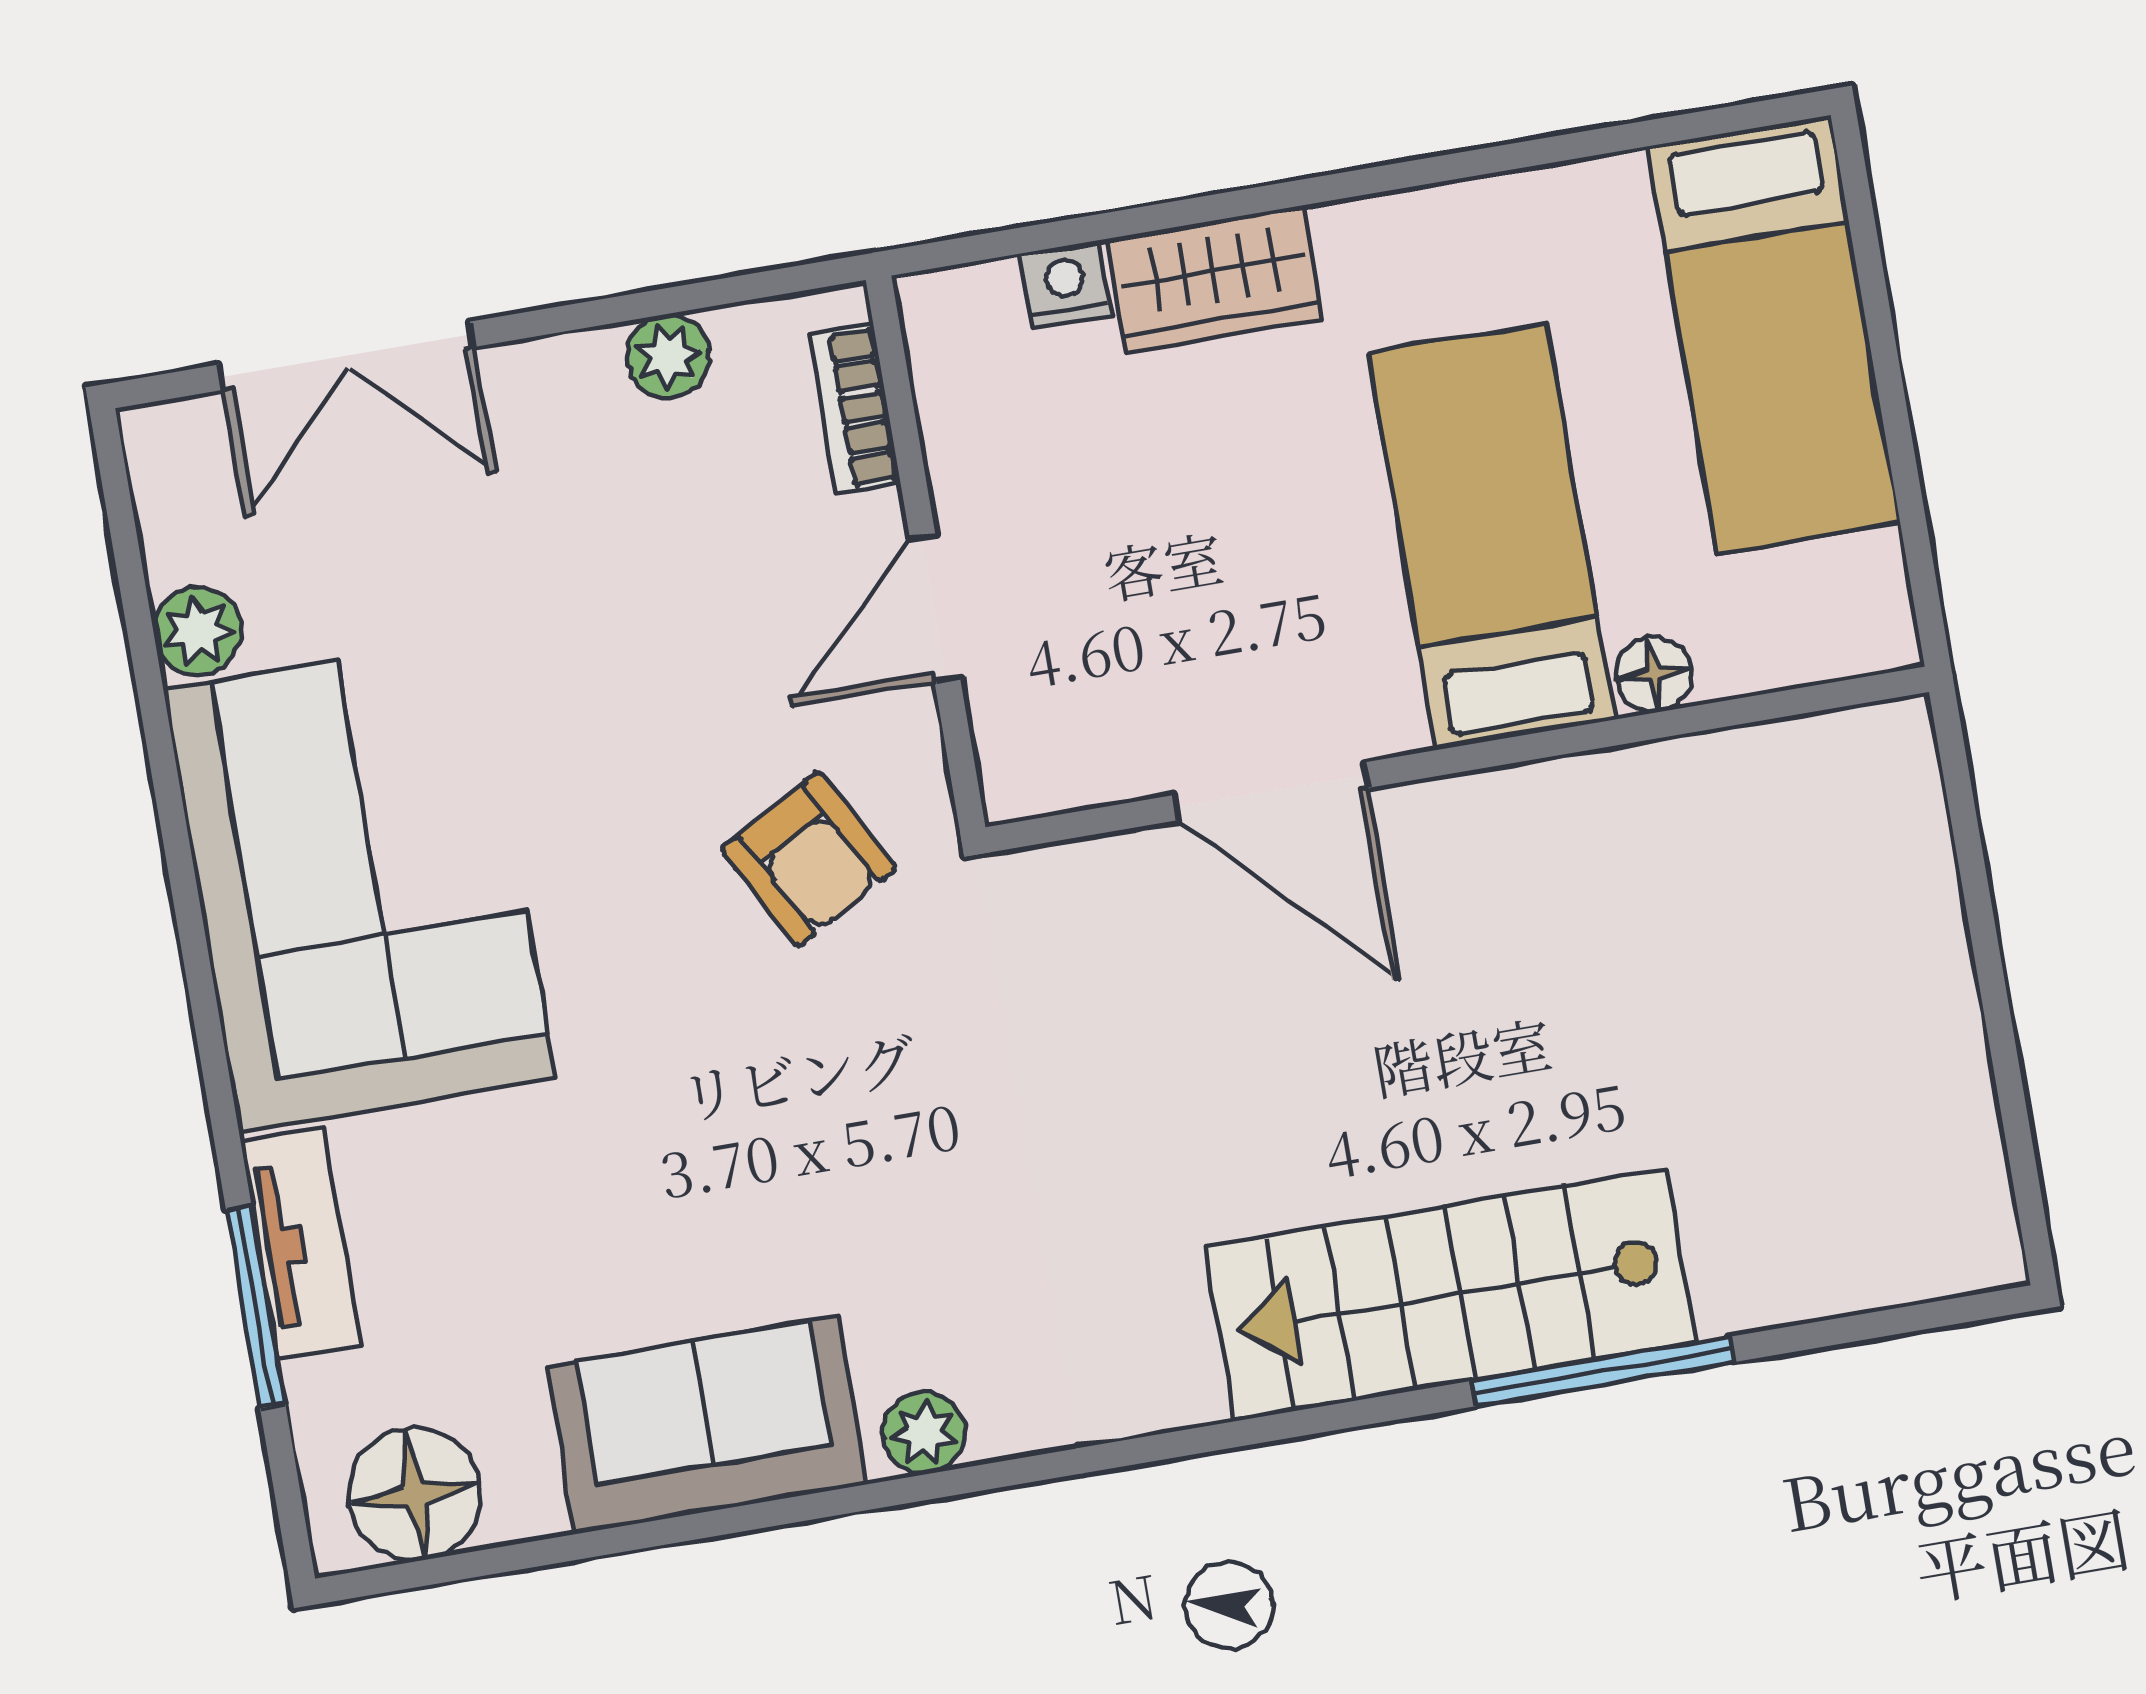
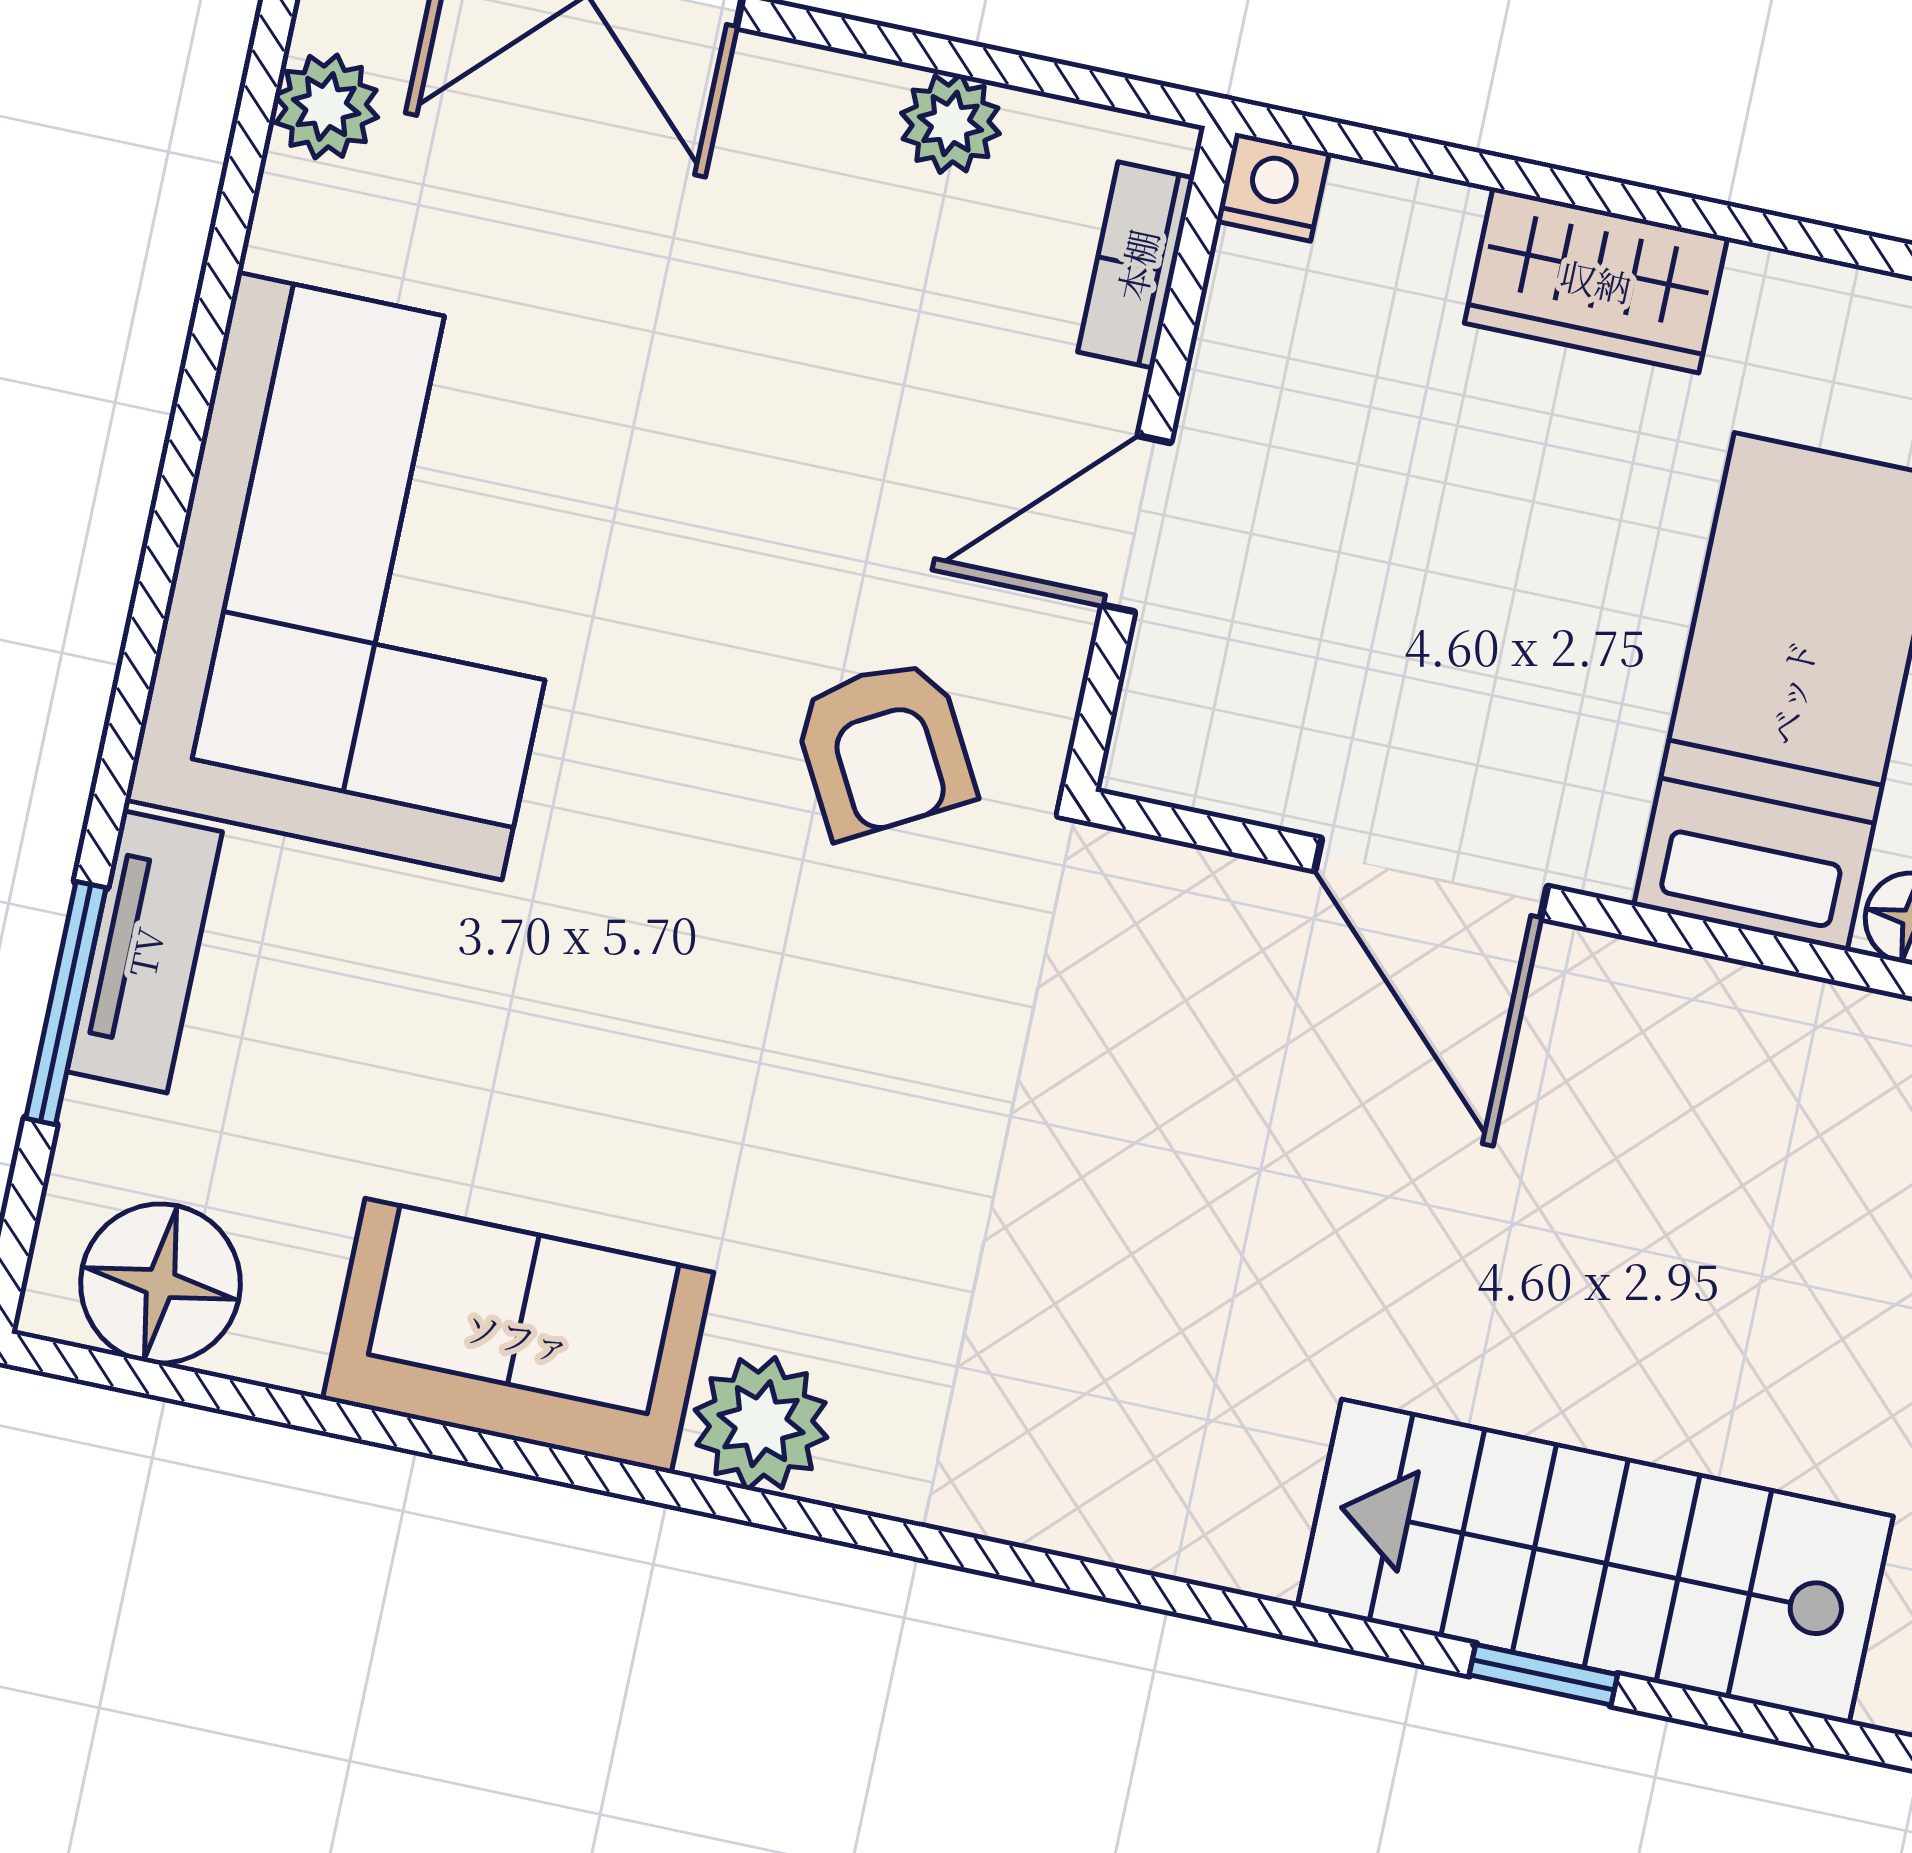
nightstand: (1066, 284) -> (1273, 187), moved
plant: (198, 631) -> (326, 106), moved
stairs: (1451, 1295) -> (1595, 1561), moved
window: (1603, 1371) -> (1543, 1675), width x0.46
plant: (924, 1433) -> (761, 1424), width x1.38, depth x1.38

